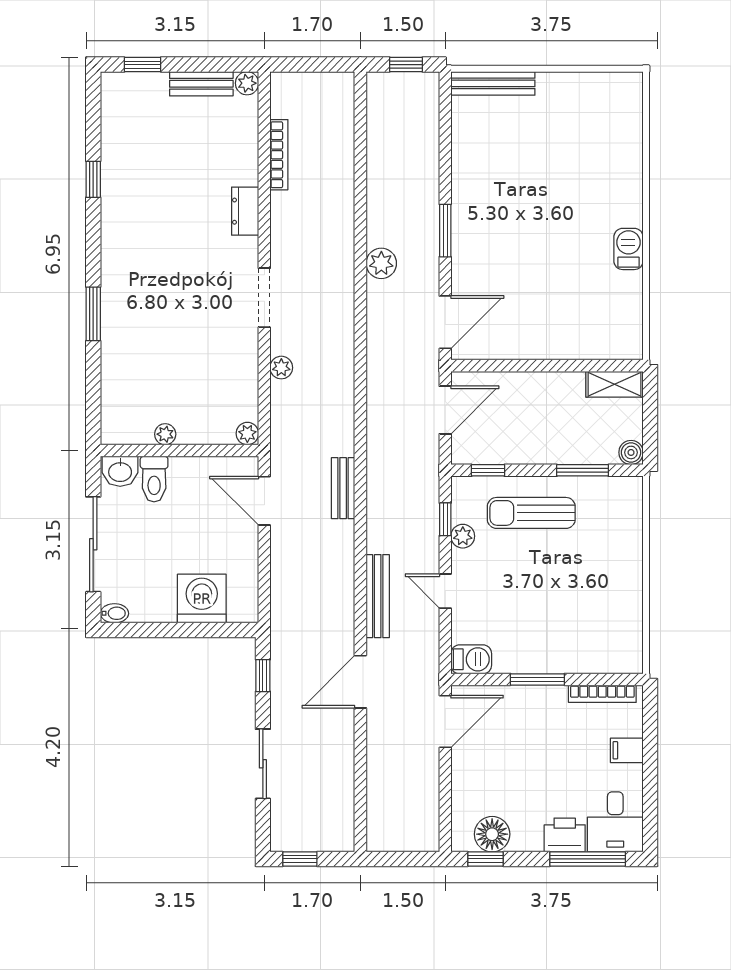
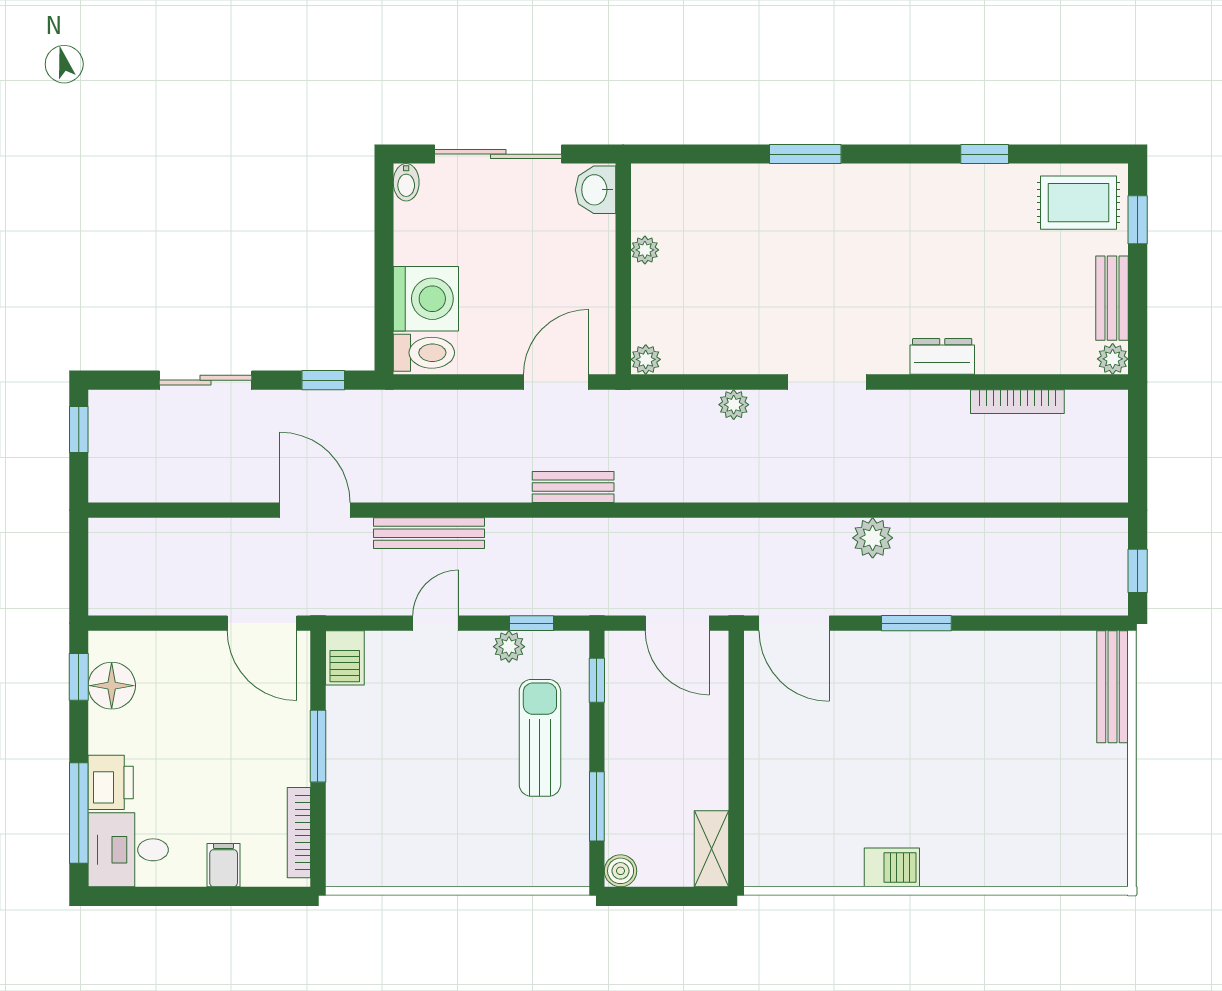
rug: (130, 109) -> (1079, 203), added
toilet: (154, 479) -> (424, 353), moved, turned 180

